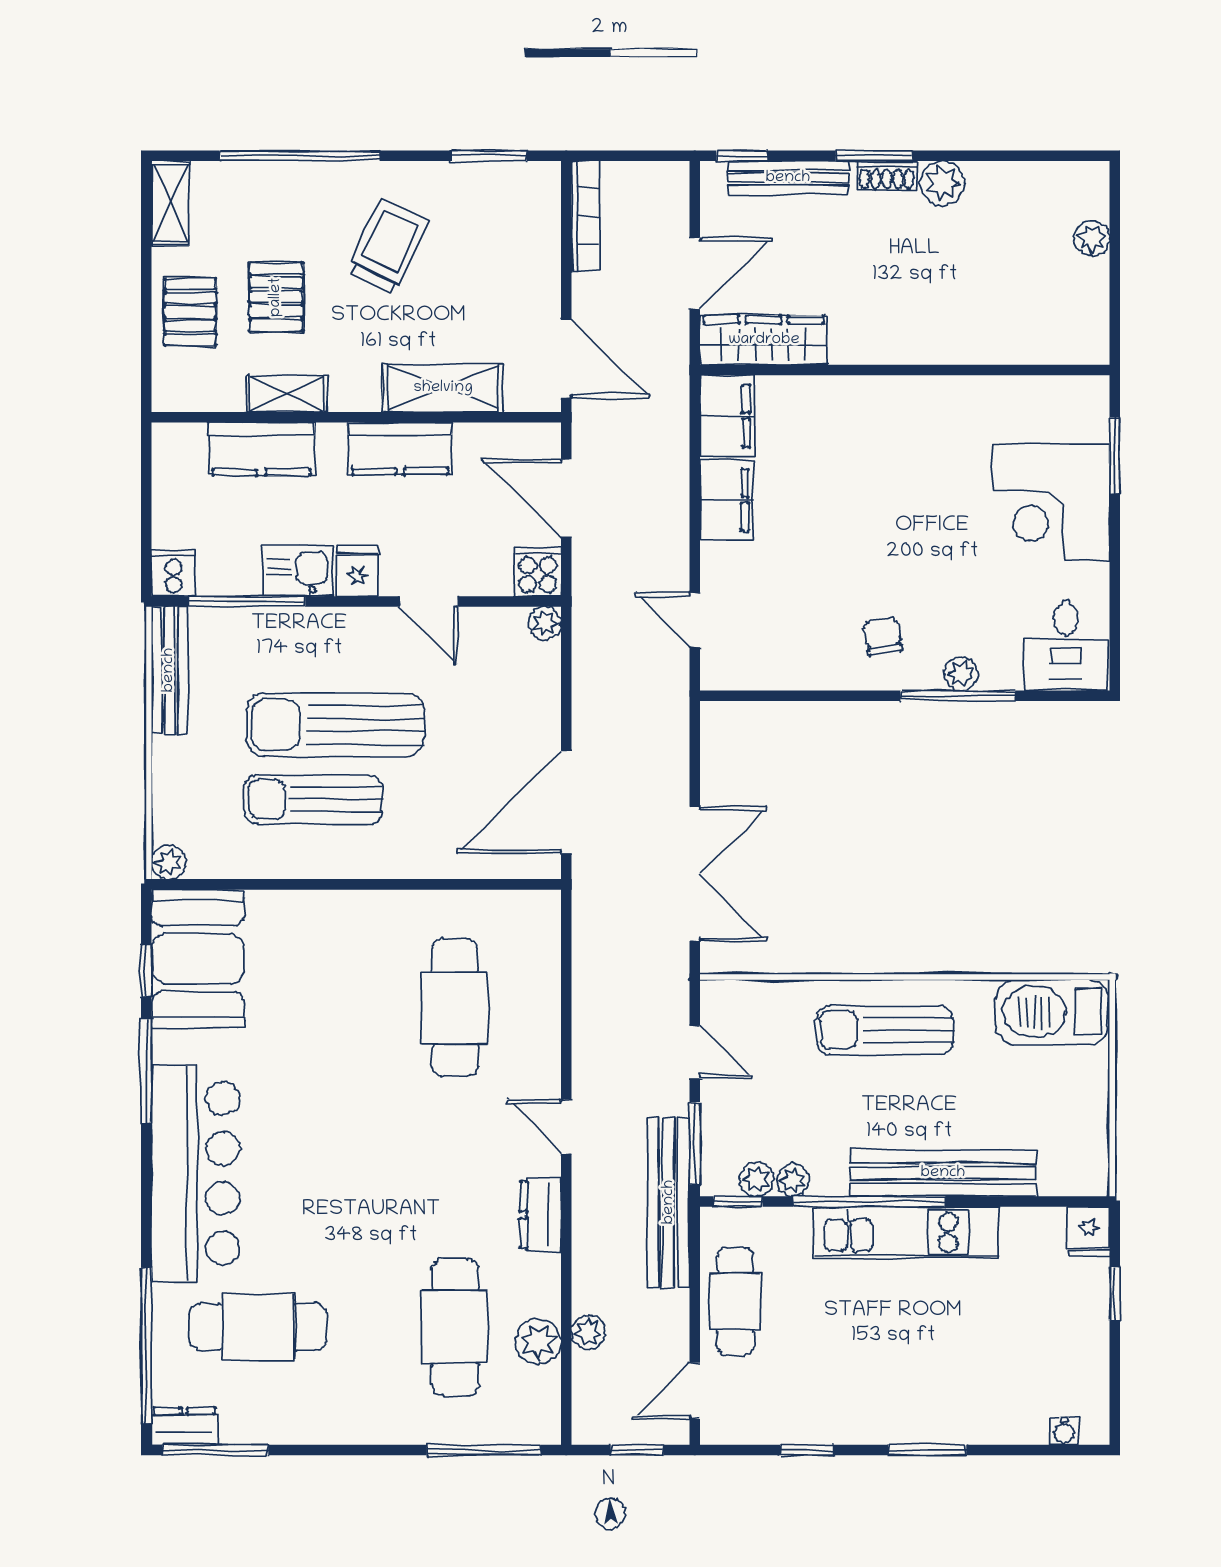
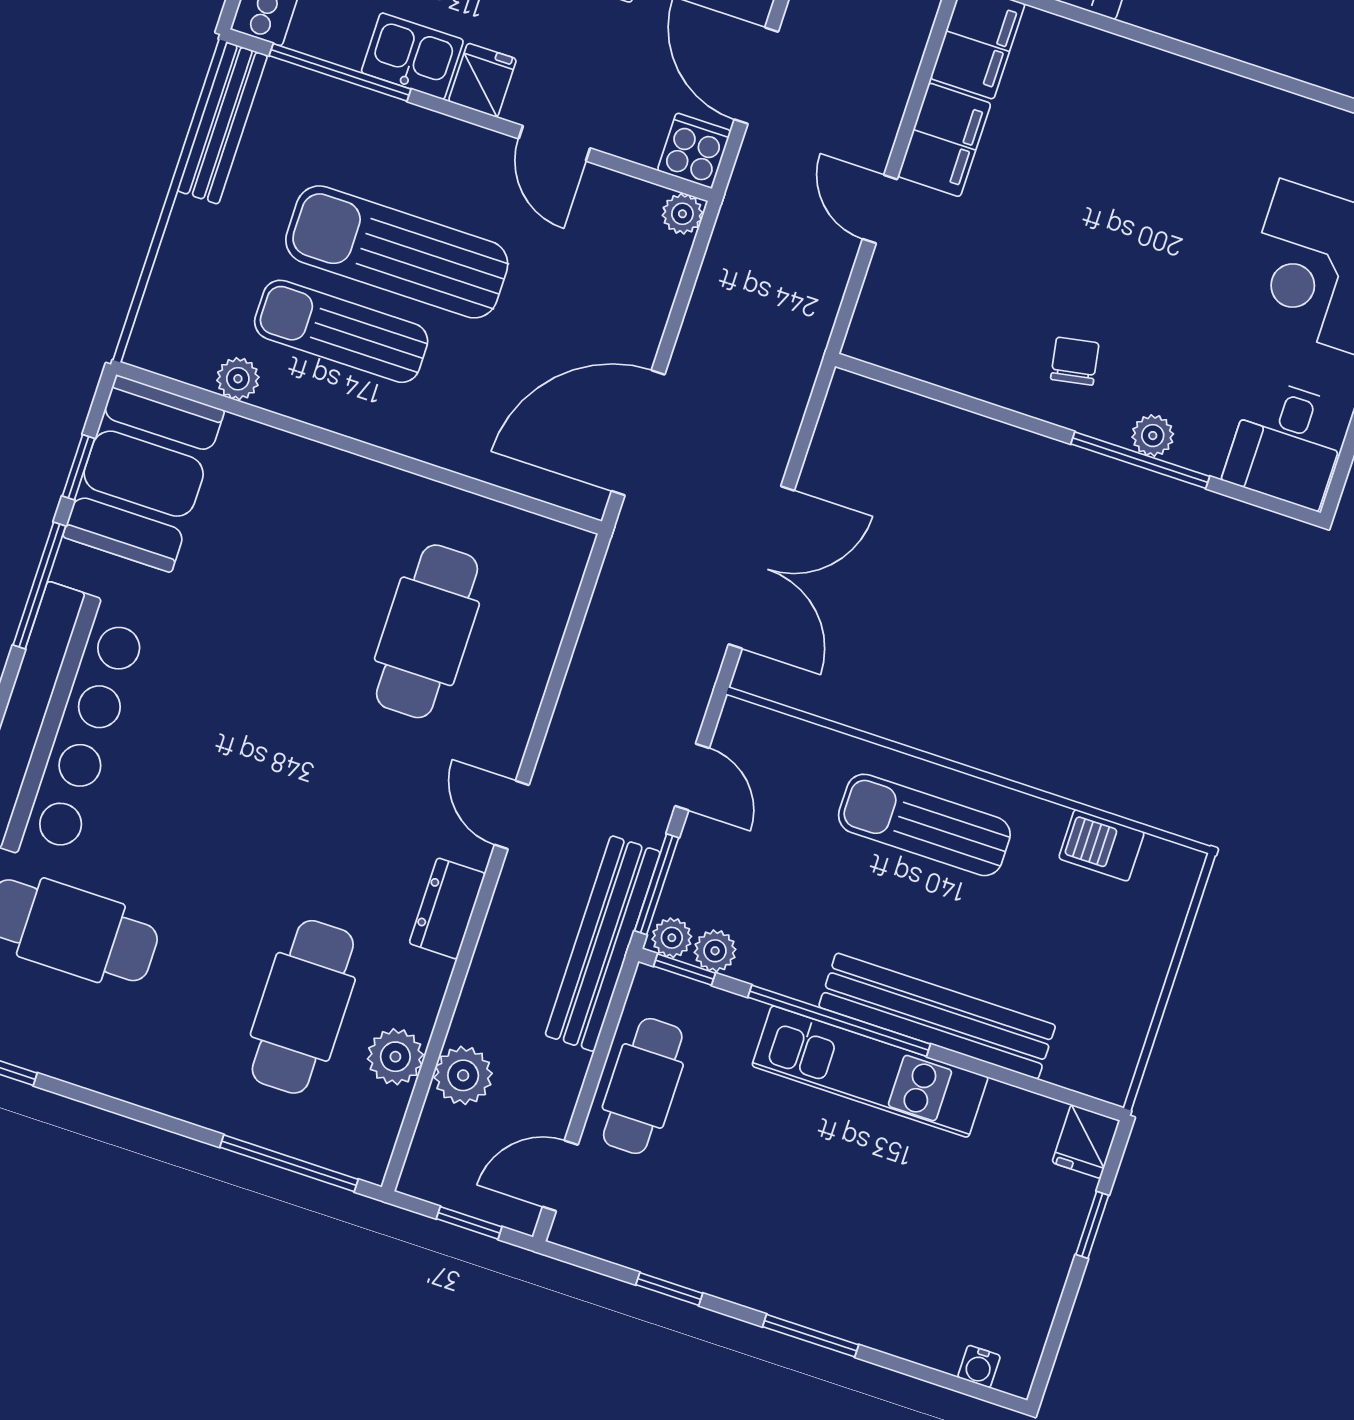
door: (695, 620) -> (880, 209), moved
plant: (169, 862) -> (238, 379), moved
barbecue: (1052, 1012) -> (1101, 845), width x0.53, depth x0.65
plant: (793, 1180) -> (672, 938), moved
plant: (589, 1332) -> (463, 1075), width x1.38, depth x1.38

